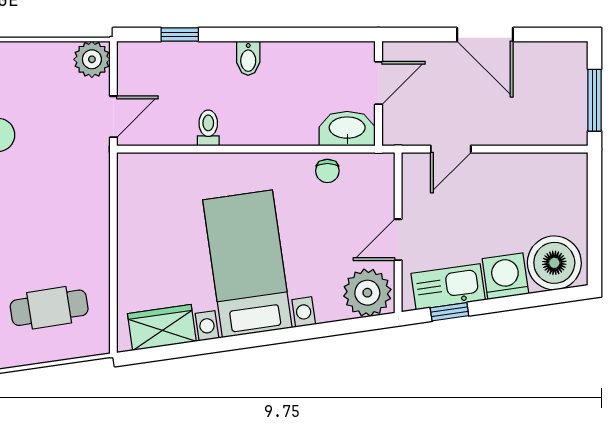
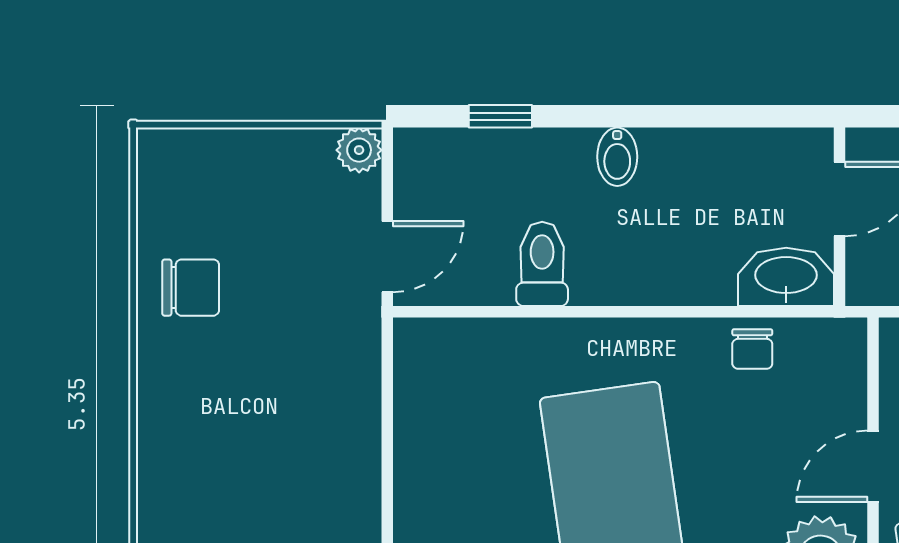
plant: (92, 59) -> (359, 150), width x0.73, depth x0.73
toilet: (208, 128) -> (542, 264), width x1.37, depth x1.39

